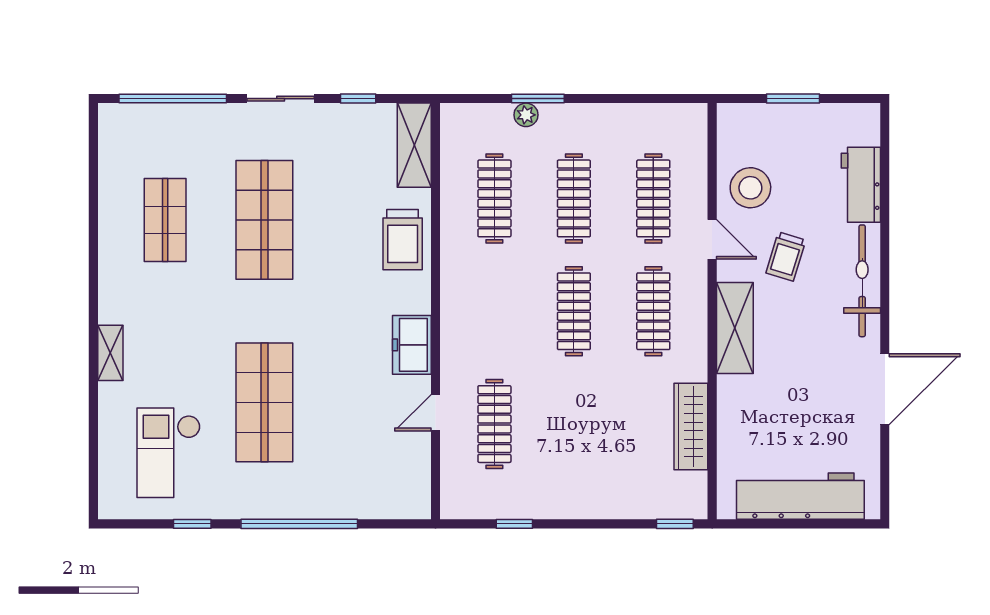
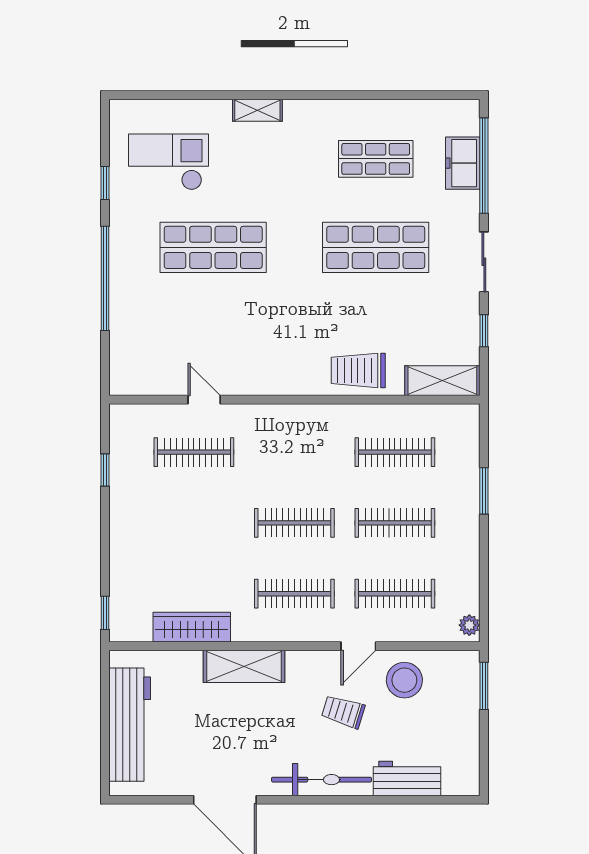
window: (793, 99) -> (484, 686), moved
plant: (526, 115) -> (469, 625), moved
shelving: (735, 328) -> (244, 666), moved
freezer: (412, 345) -> (463, 163), moved, turned -90

